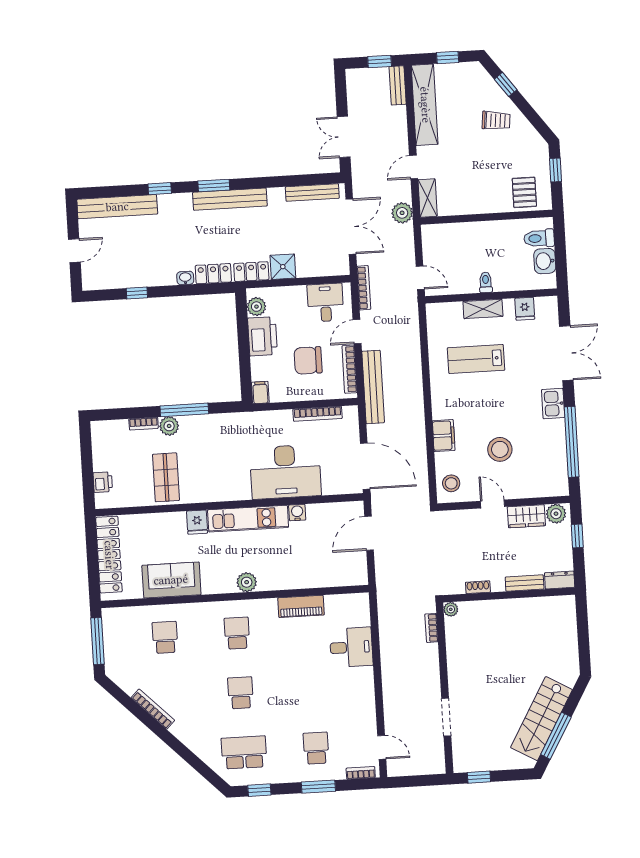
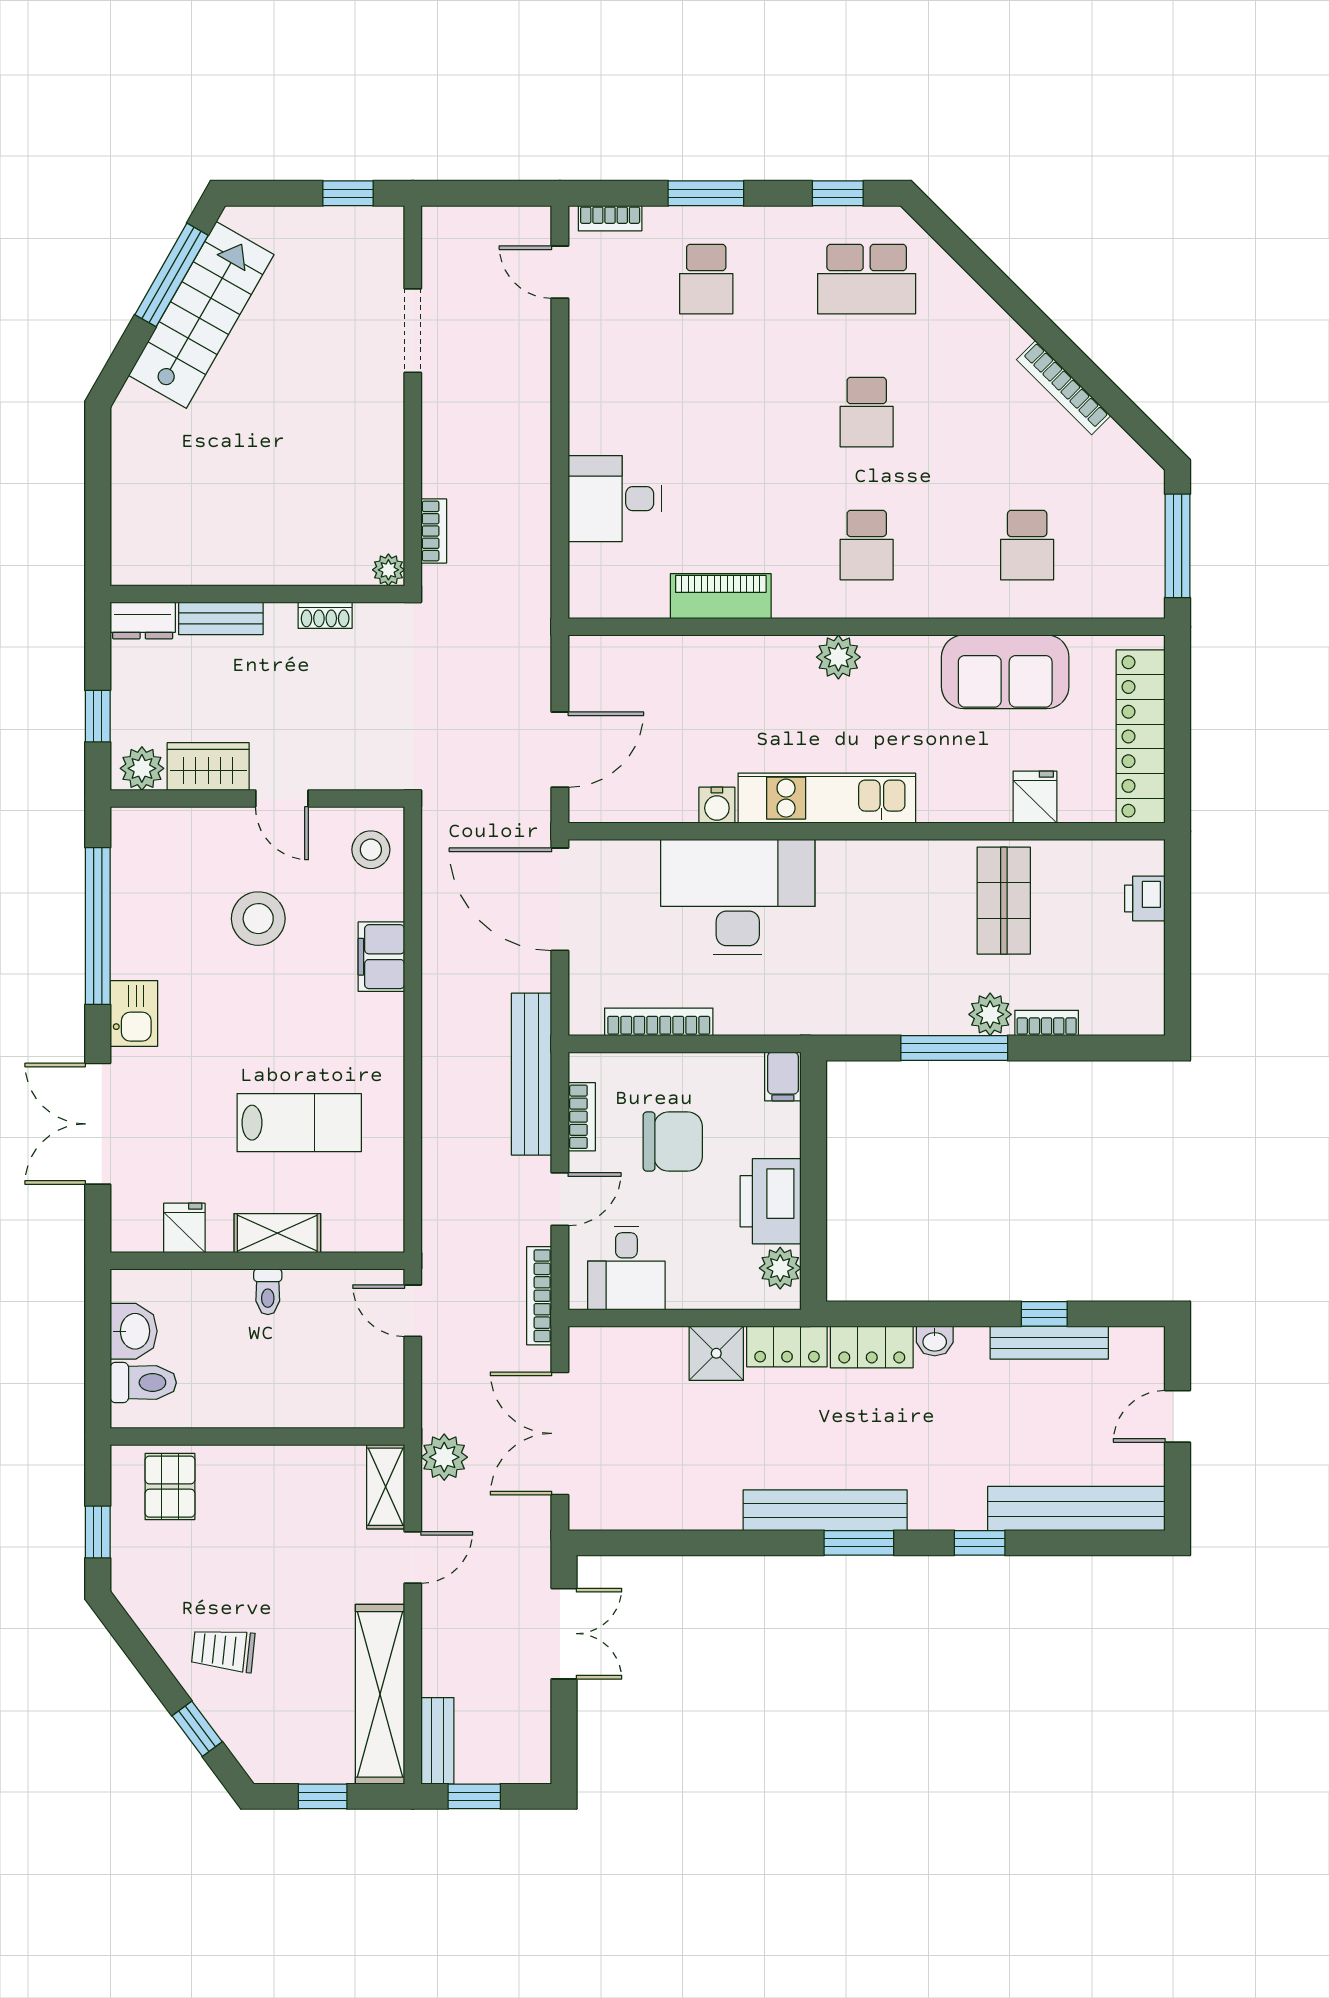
bench: (312, 193) -> (1049, 1343), moved
bookcase: (350, 369) -> (582, 1117), width x0.64
fridge: (197, 522) -> (1035, 797), moved

